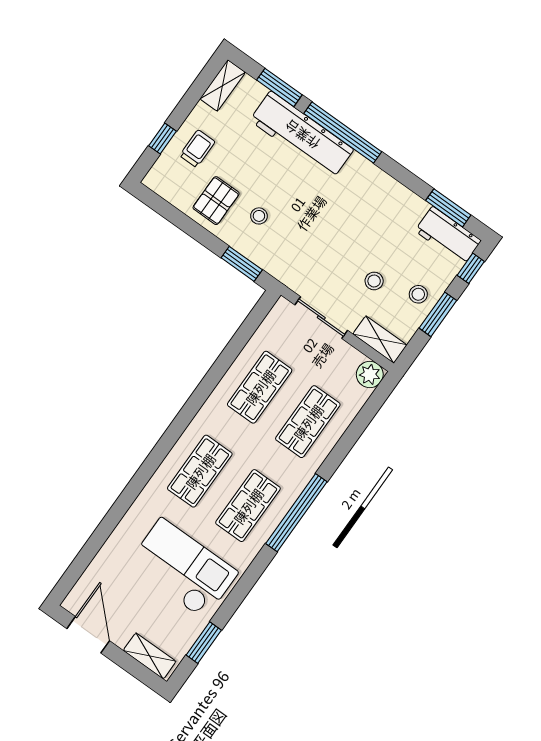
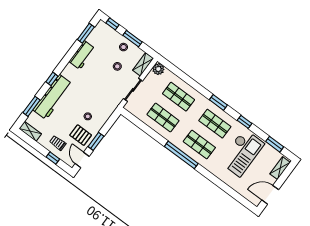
window: (343, 133) -> (52, 79), width x0.32
door: (159, 205) -> (82, 160), added
workbench: (448, 236) -> (82, 55), moved
window: (242, 264) -> (96, 141), moved
window: (175, 430) -> (181, 155), added
window: (296, 513) -> (218, 102), width x0.47
checkout: (183, 568) -> (242, 153), turned 180
window: (253, 573) -> (245, 122), added

